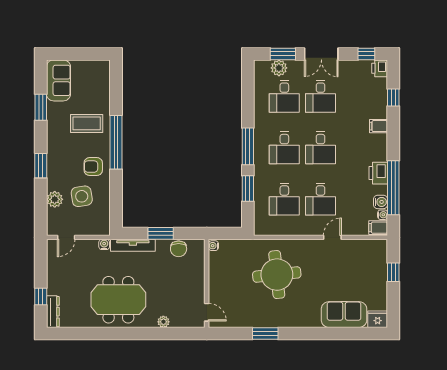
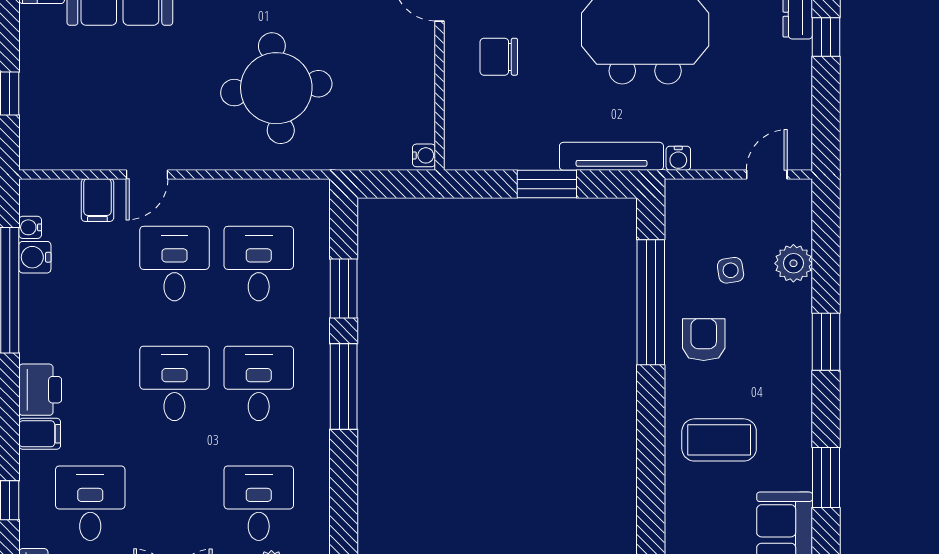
desk: (321, 96) -> (90, 503), moved
window: (116, 142) -> (651, 302), moved
armchair: (93, 167) -> (704, 340), turned -90
printer: (378, 173) -> (40, 390), moved
side table: (82, 196) -> (731, 270), width x0.54, depth x0.54
filing cabinet: (378, 228) -> (97, 200), moved, turned 90
chair: (179, 249) -> (499, 57), moved, turned -90

